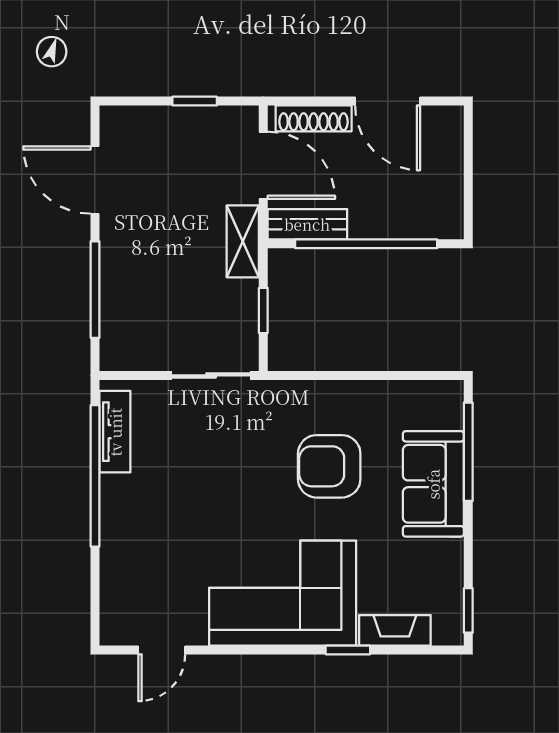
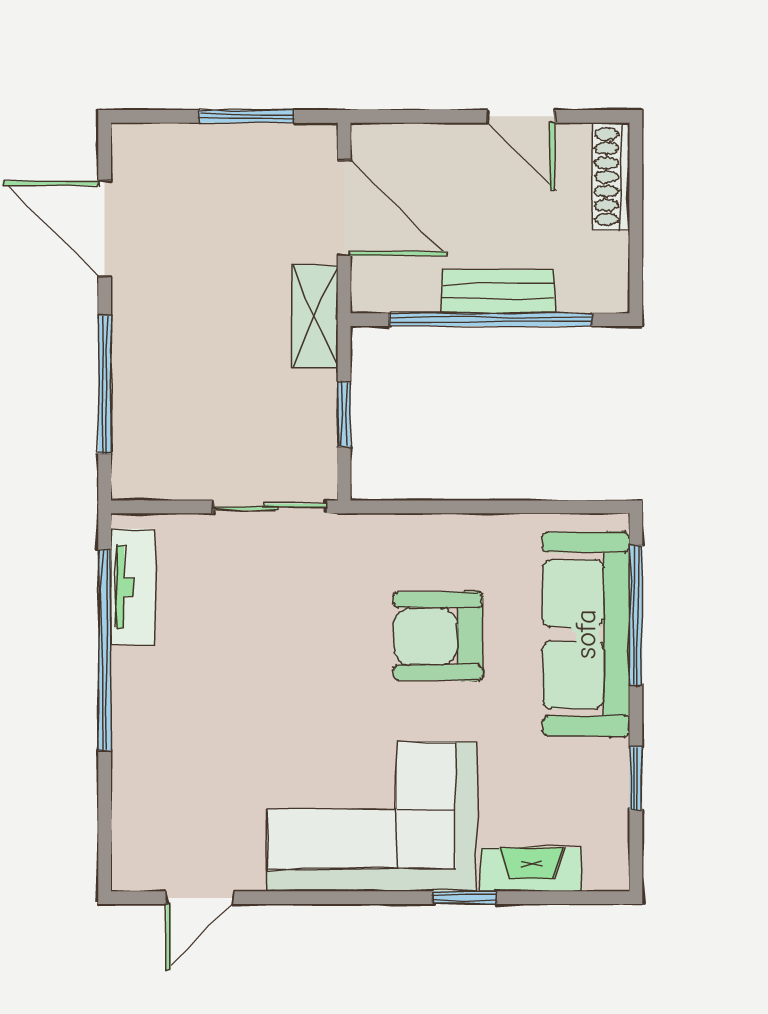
window: (195, 101) -> (247, 116), width x1.50
door: (388, 101) -> (521, 116), width x0.73
shoe rack: (314, 118) -> (611, 177), moved, turned 90
bench: (307, 224) -> (498, 292), moved
sofa: (433, 484) -> (586, 634), width x1.36
window: (468, 610) -> (636, 778), moved

